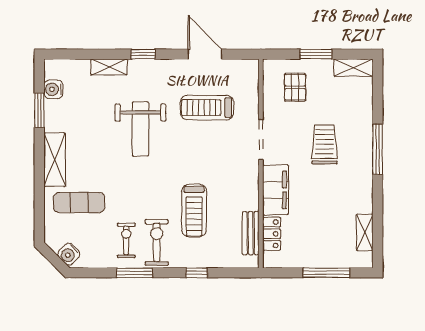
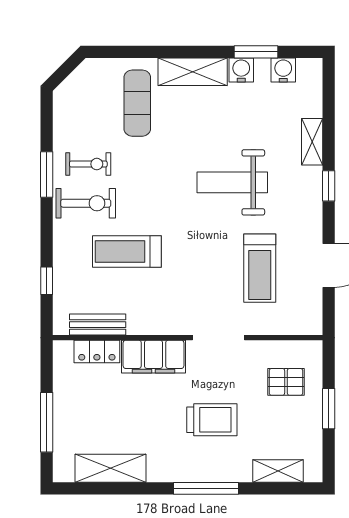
shelving: (353, 68) -> (278, 471), moved, turned 90
treadmill: (207, 108) -> (260, 268), turned 180
shelving: (365, 232) -> (111, 468), width x1.50, depth x1.33
water cooler: (69, 254) -> (241, 70), moved, turned 45
window: (197, 273) -> (47, 281), moved

